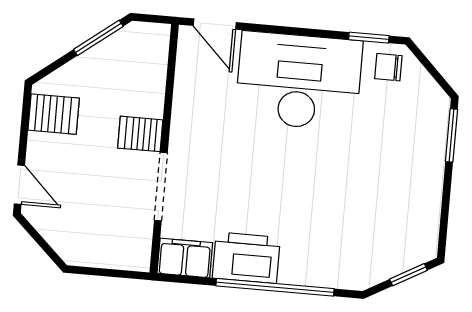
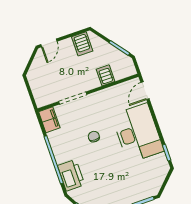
chair: (388, 67) -> (94, 137), moved
server rack: (140, 134) -> (106, 75), moved
printer: (246, 258) -> (71, 175), moved

